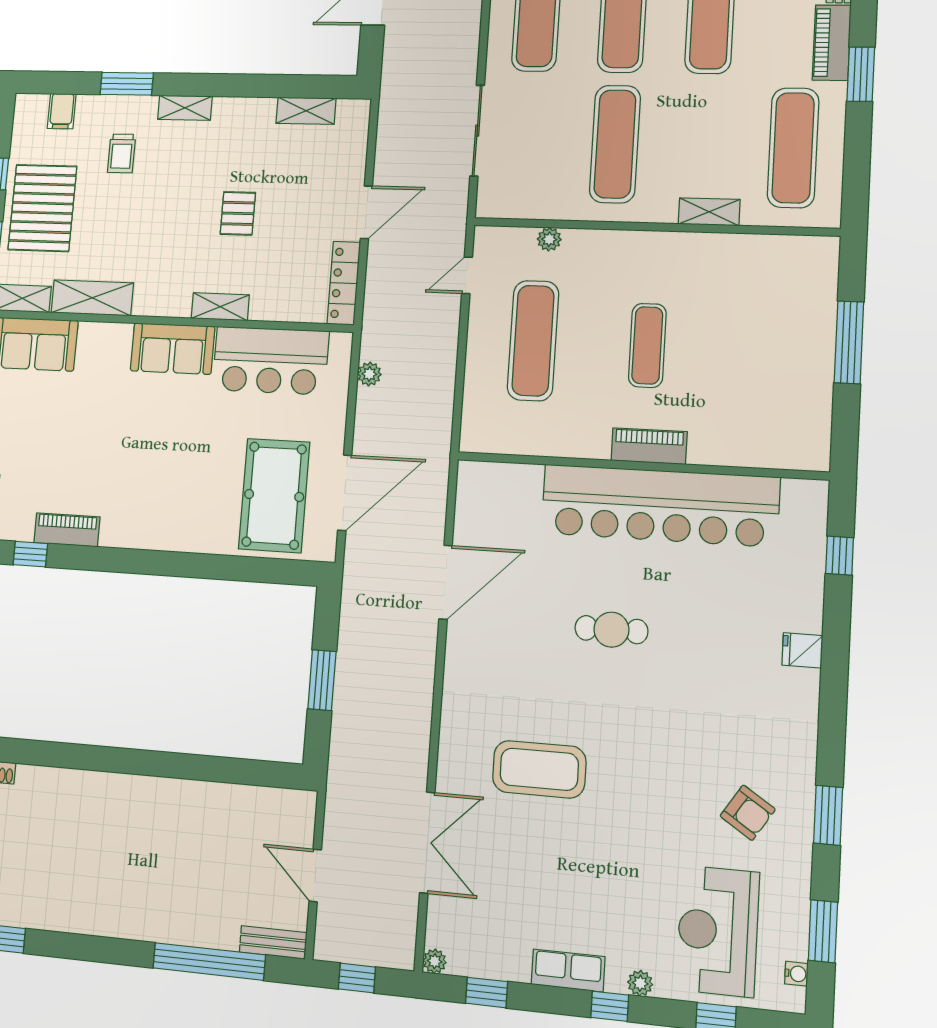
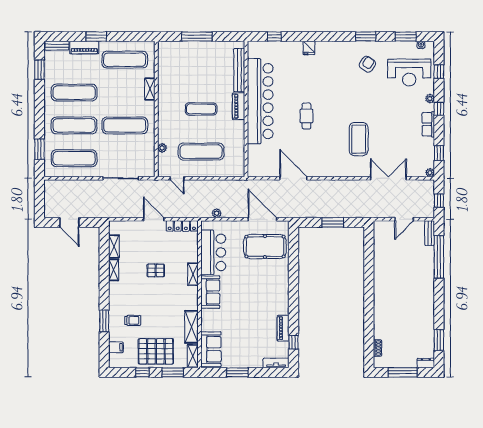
shelving: (185, 108) -> (114, 270), moved
bench: (749, 453) -> (239, 70), added

